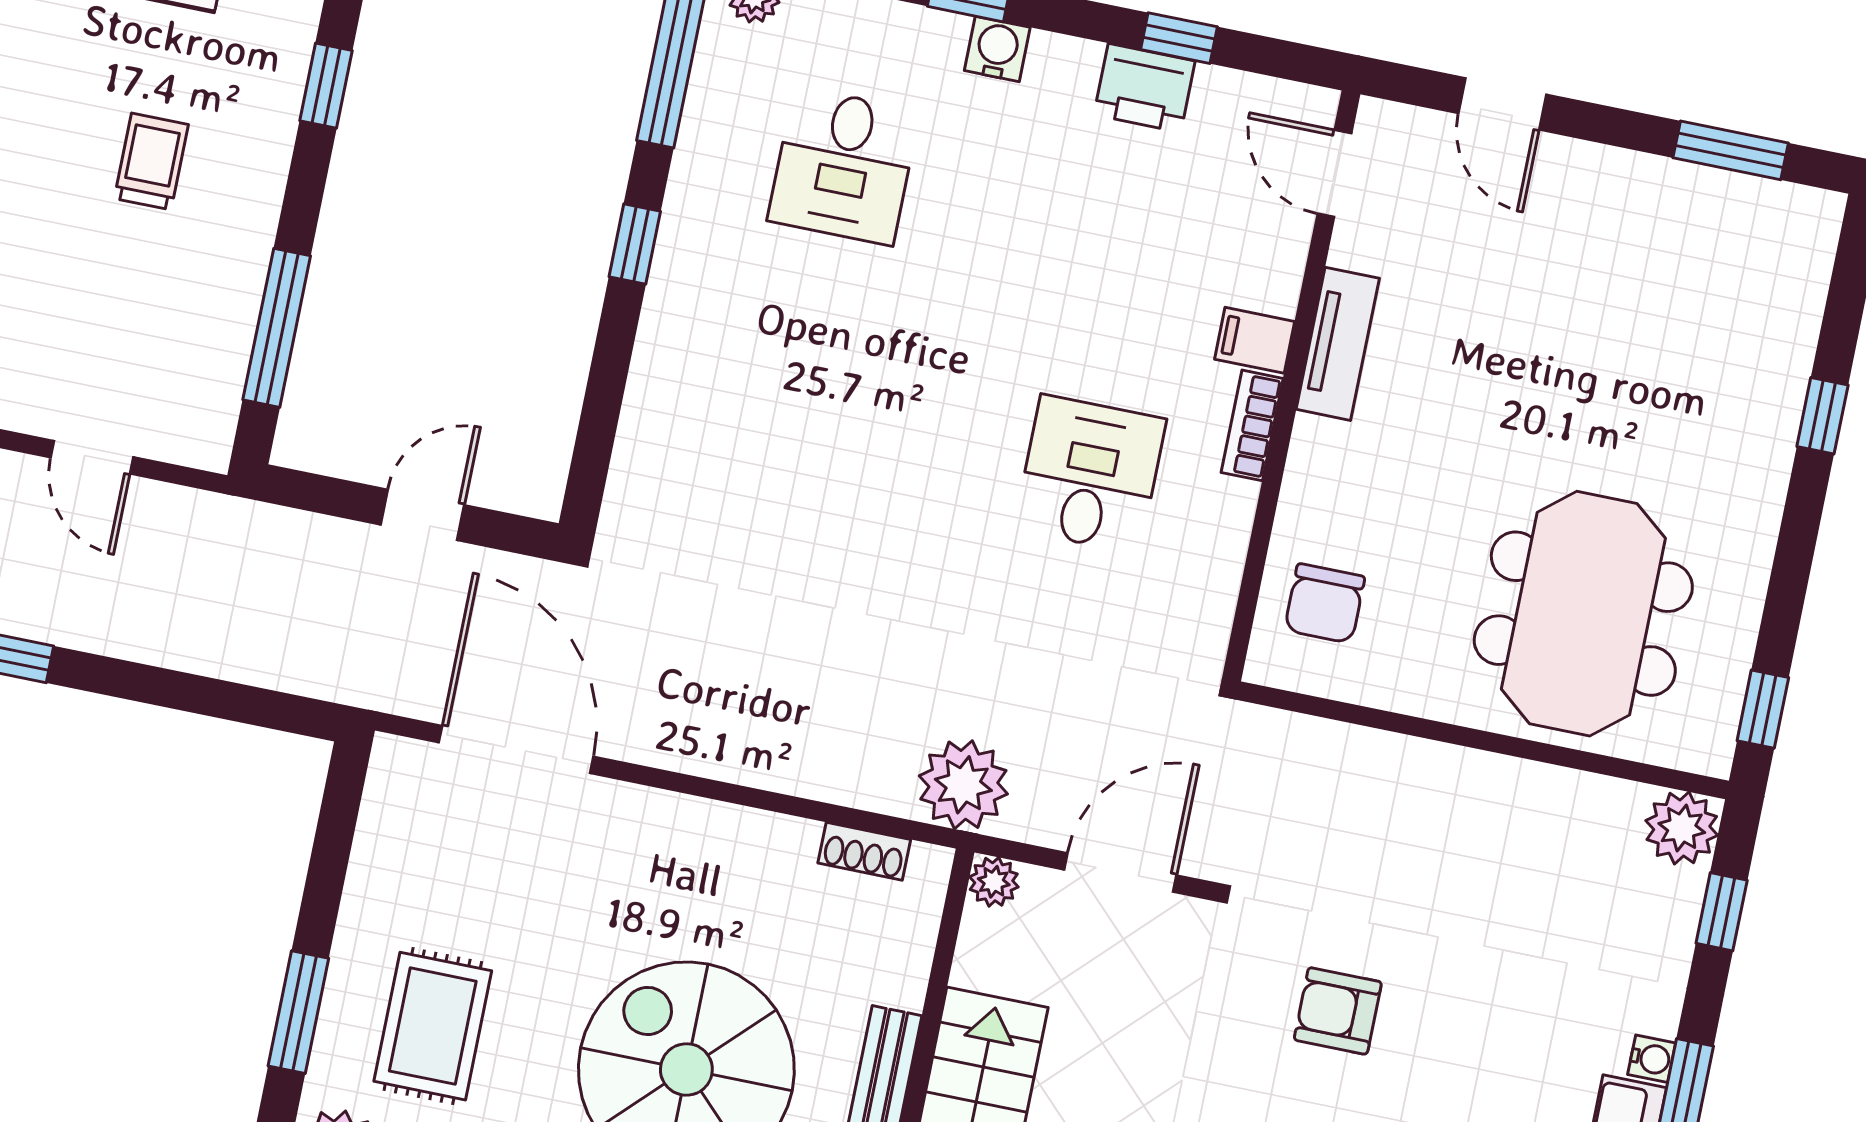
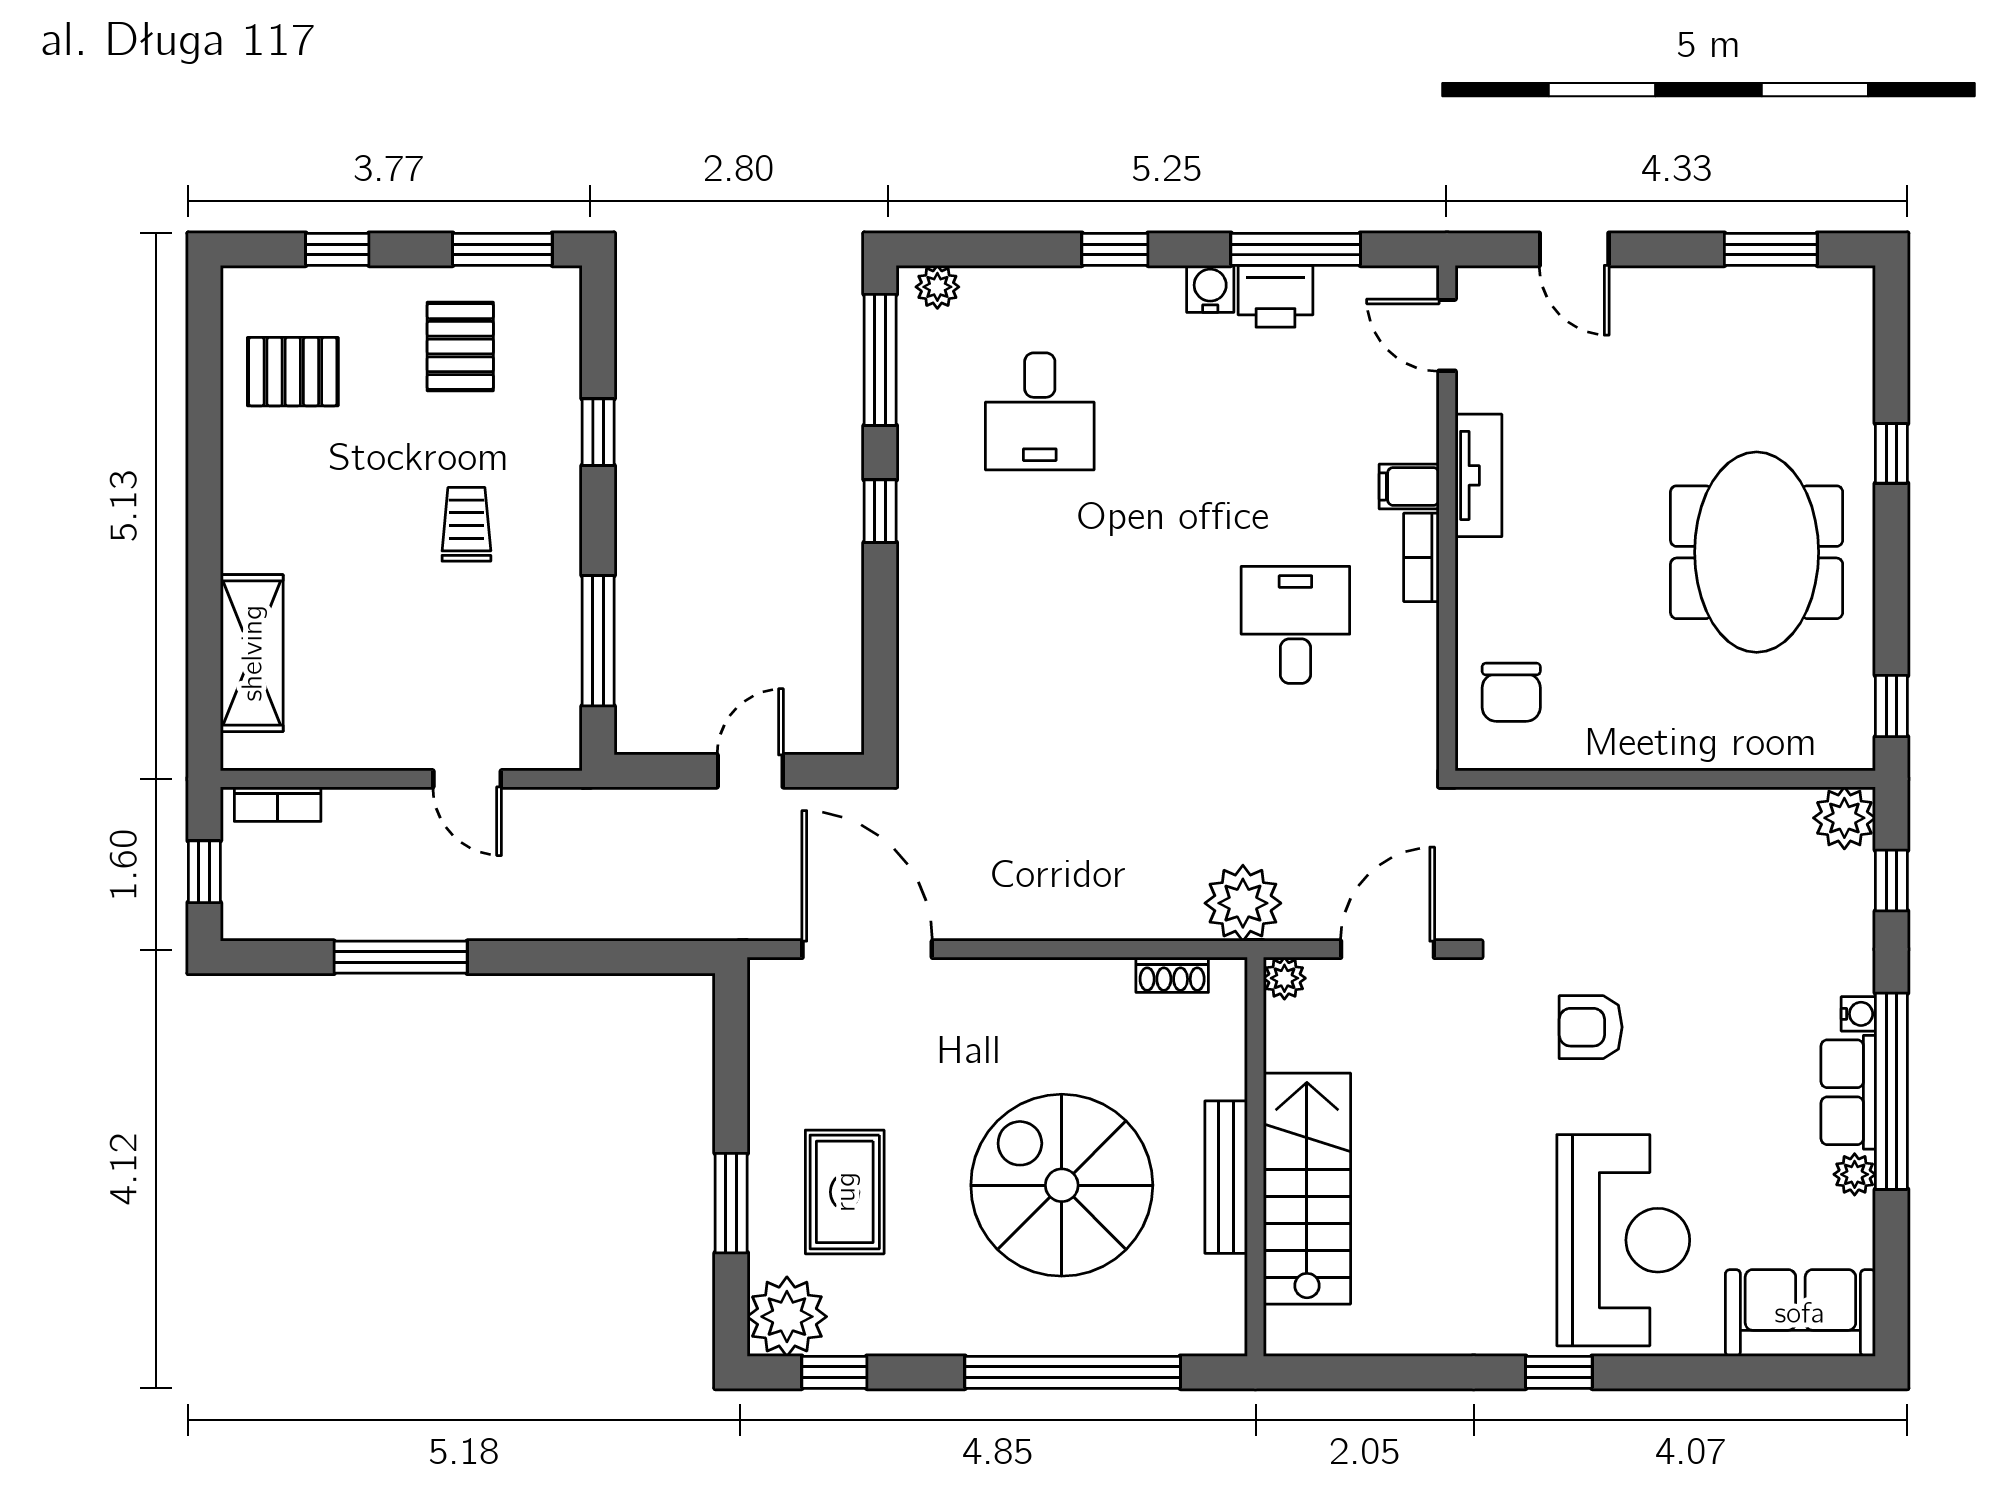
window: (1179, 38) -> (1296, 249), width x2.17
water cooler: (997, 49) -> (1210, 289), moved
meeting table: (1583, 614) -> (1757, 552), moved

